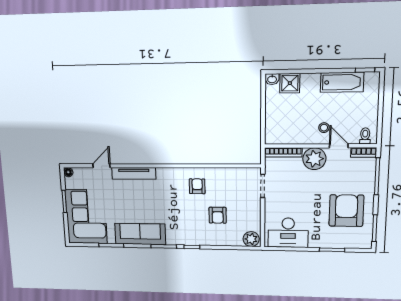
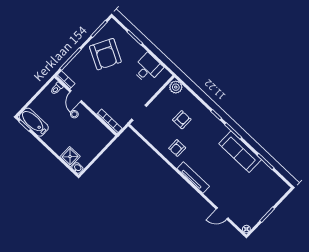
bathtub: (342, 82) -> (34, 122), moved
plant: (314, 159) -> (96, 101), removed
tv unit: (134, 173) -> (193, 177), moved
armchair: (346, 211) -> (105, 54), turned -62
corner sofa: (86, 217) -> (263, 193), removed
desk: (288, 233) -> (147, 68), width x0.73

